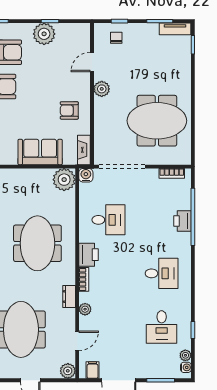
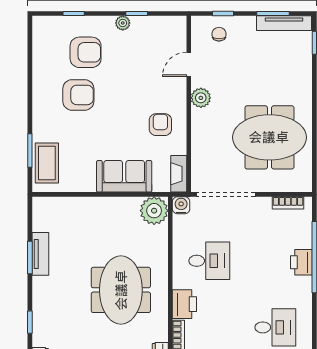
tv unit: (175, 29) -> (284, 23), width x1.41
plant: (44, 34) -> (123, 23), width x0.53, depth x0.53
armchair: (69, 110) -> (160, 125), turned 90

